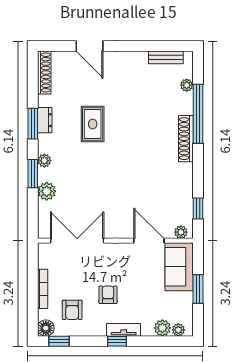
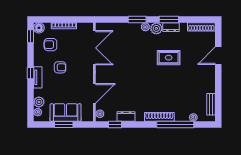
plant: (47, 191) -> (156, 28), moved
dresser: (185, 191) -> (126, 116), added
sofa: (179, 267) -> (66, 113), moved

